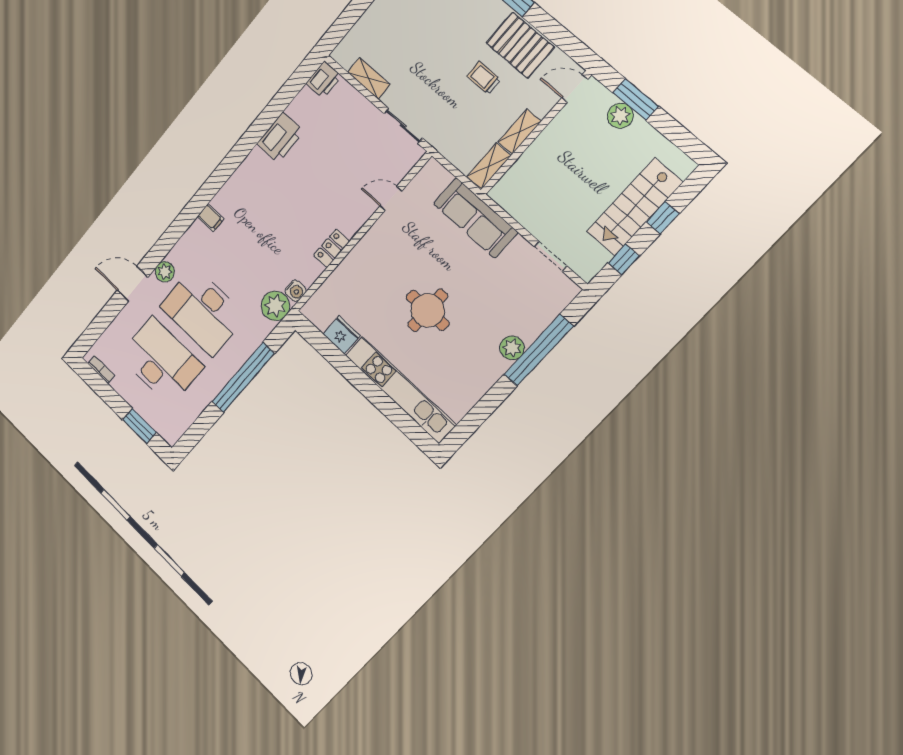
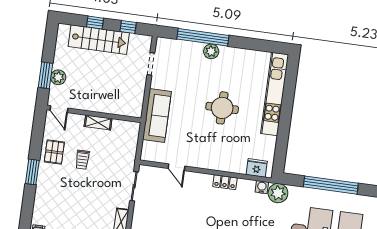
pallet: (520, 45) -> (54, 152), width x0.67, depth x0.71
shelving: (489, 166) -> (126, 127), removed
fridge: (342, 335) -> (257, 168), moved, turned 90

